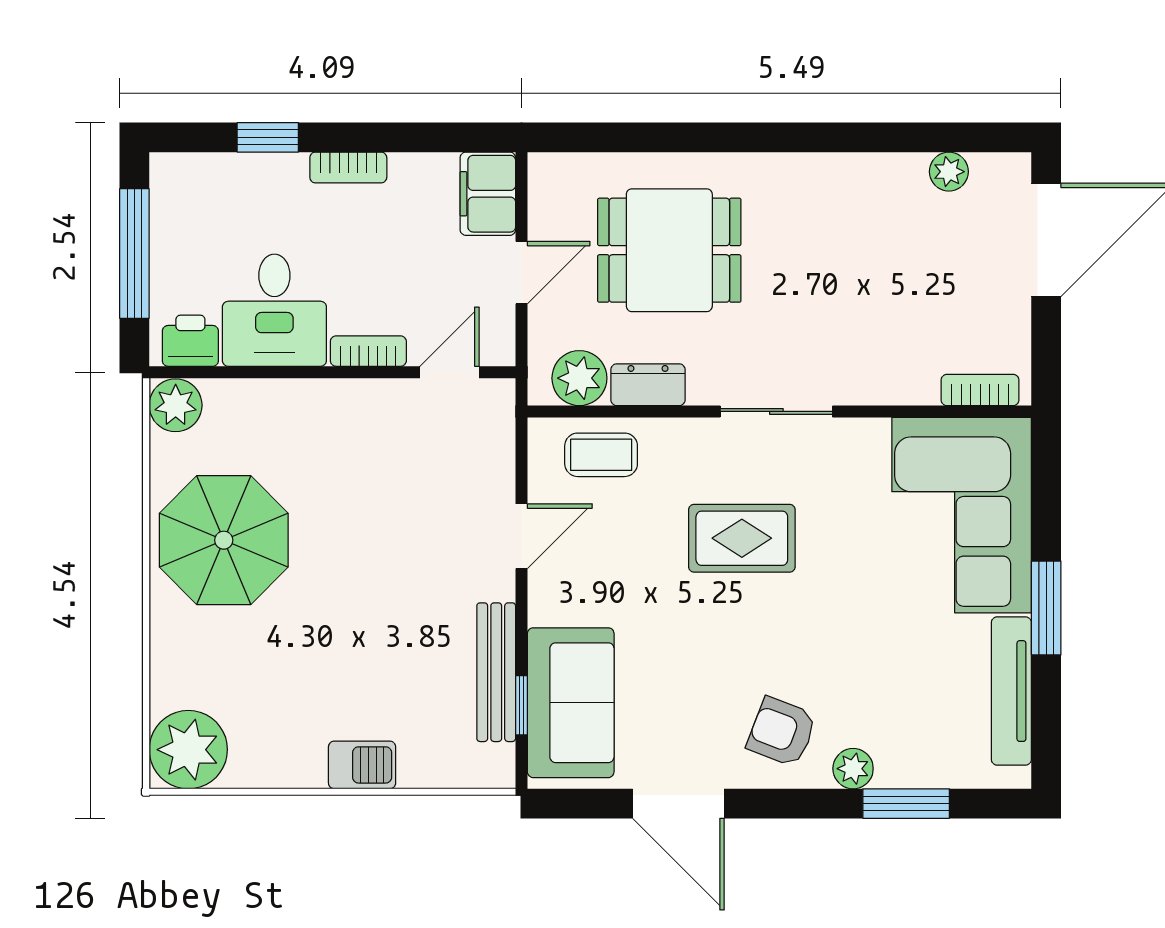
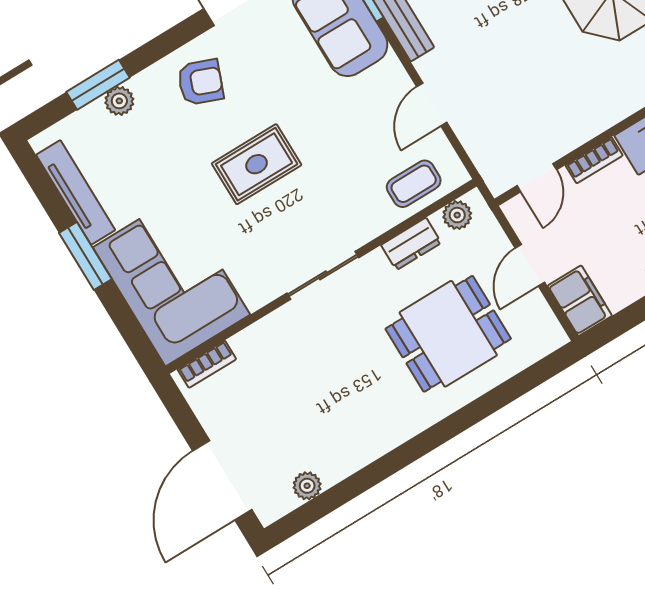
plant: (579, 378) -> (457, 215), width x0.73, depth x0.73
rug: (742, 538) -> (257, 164), moved
plant: (853, 769) -> (119, 101), moved

